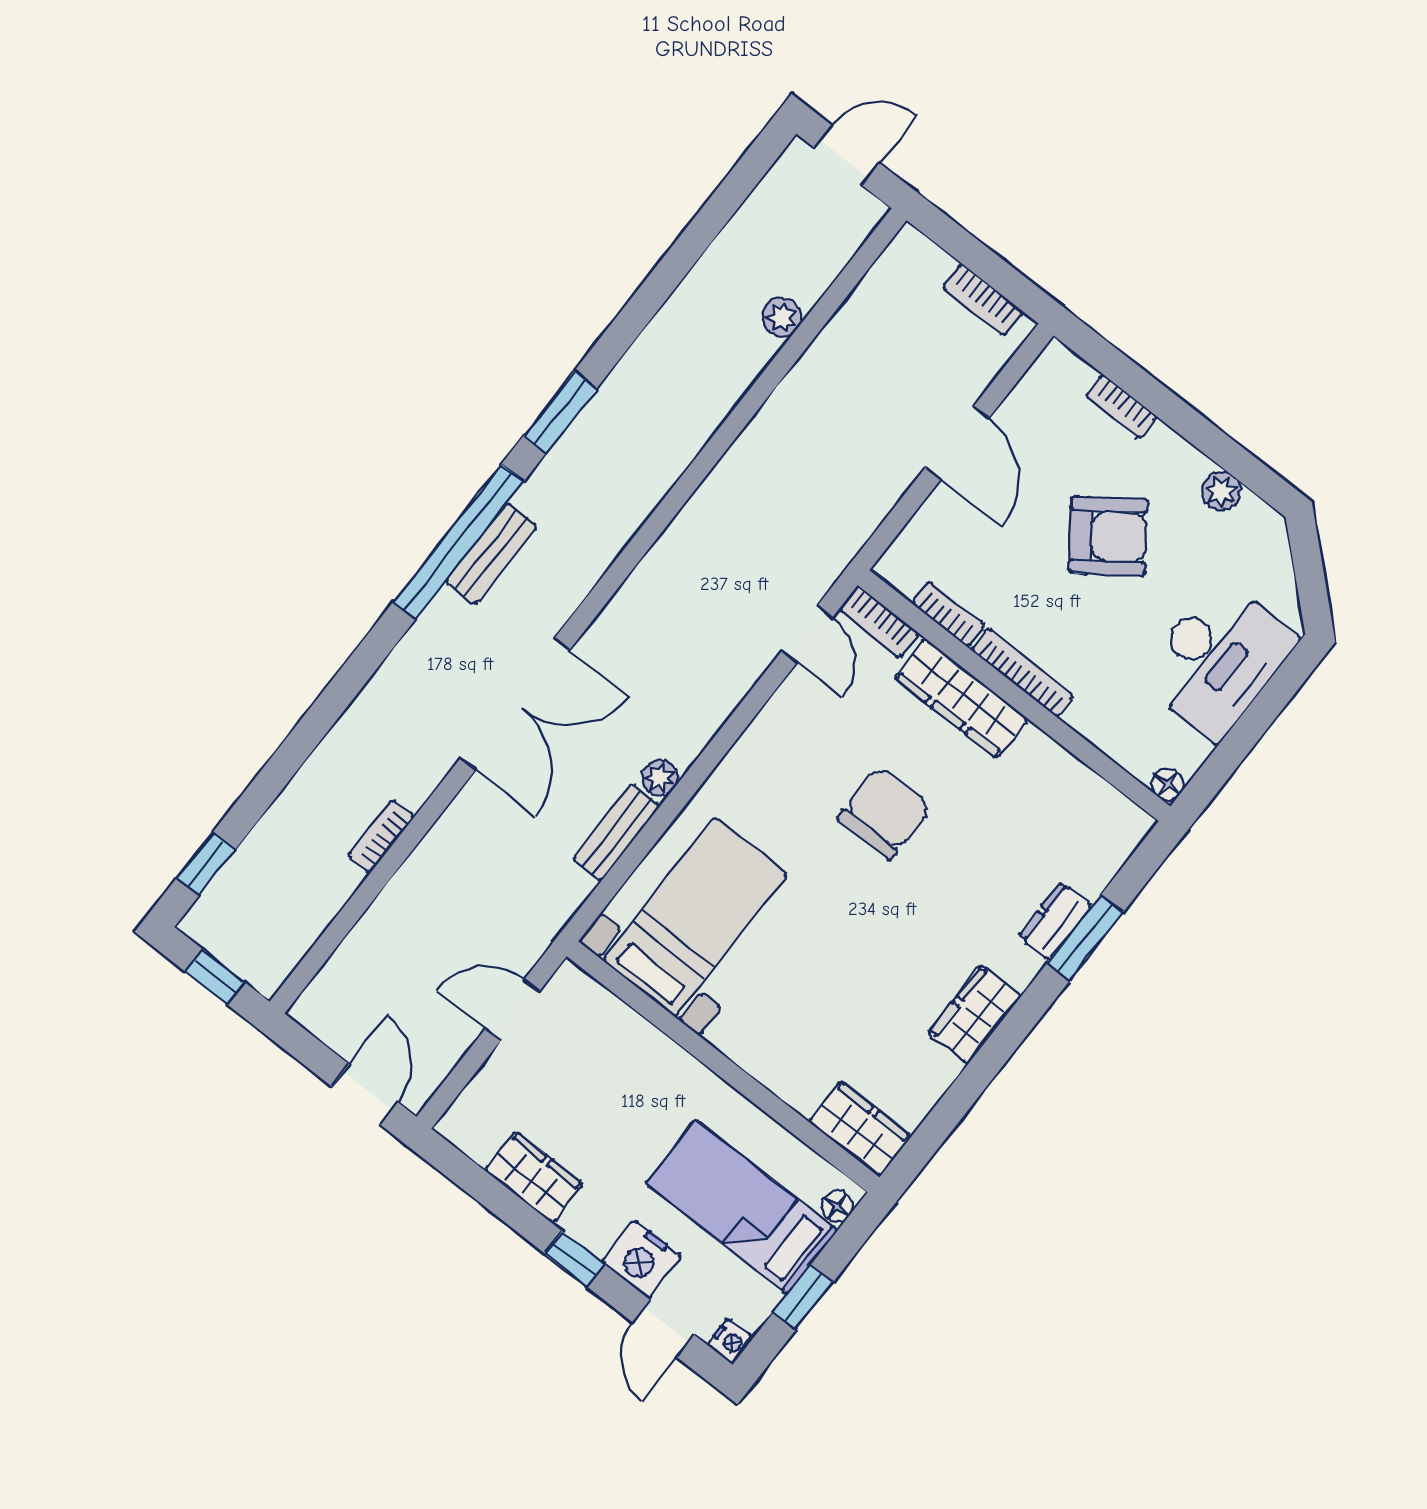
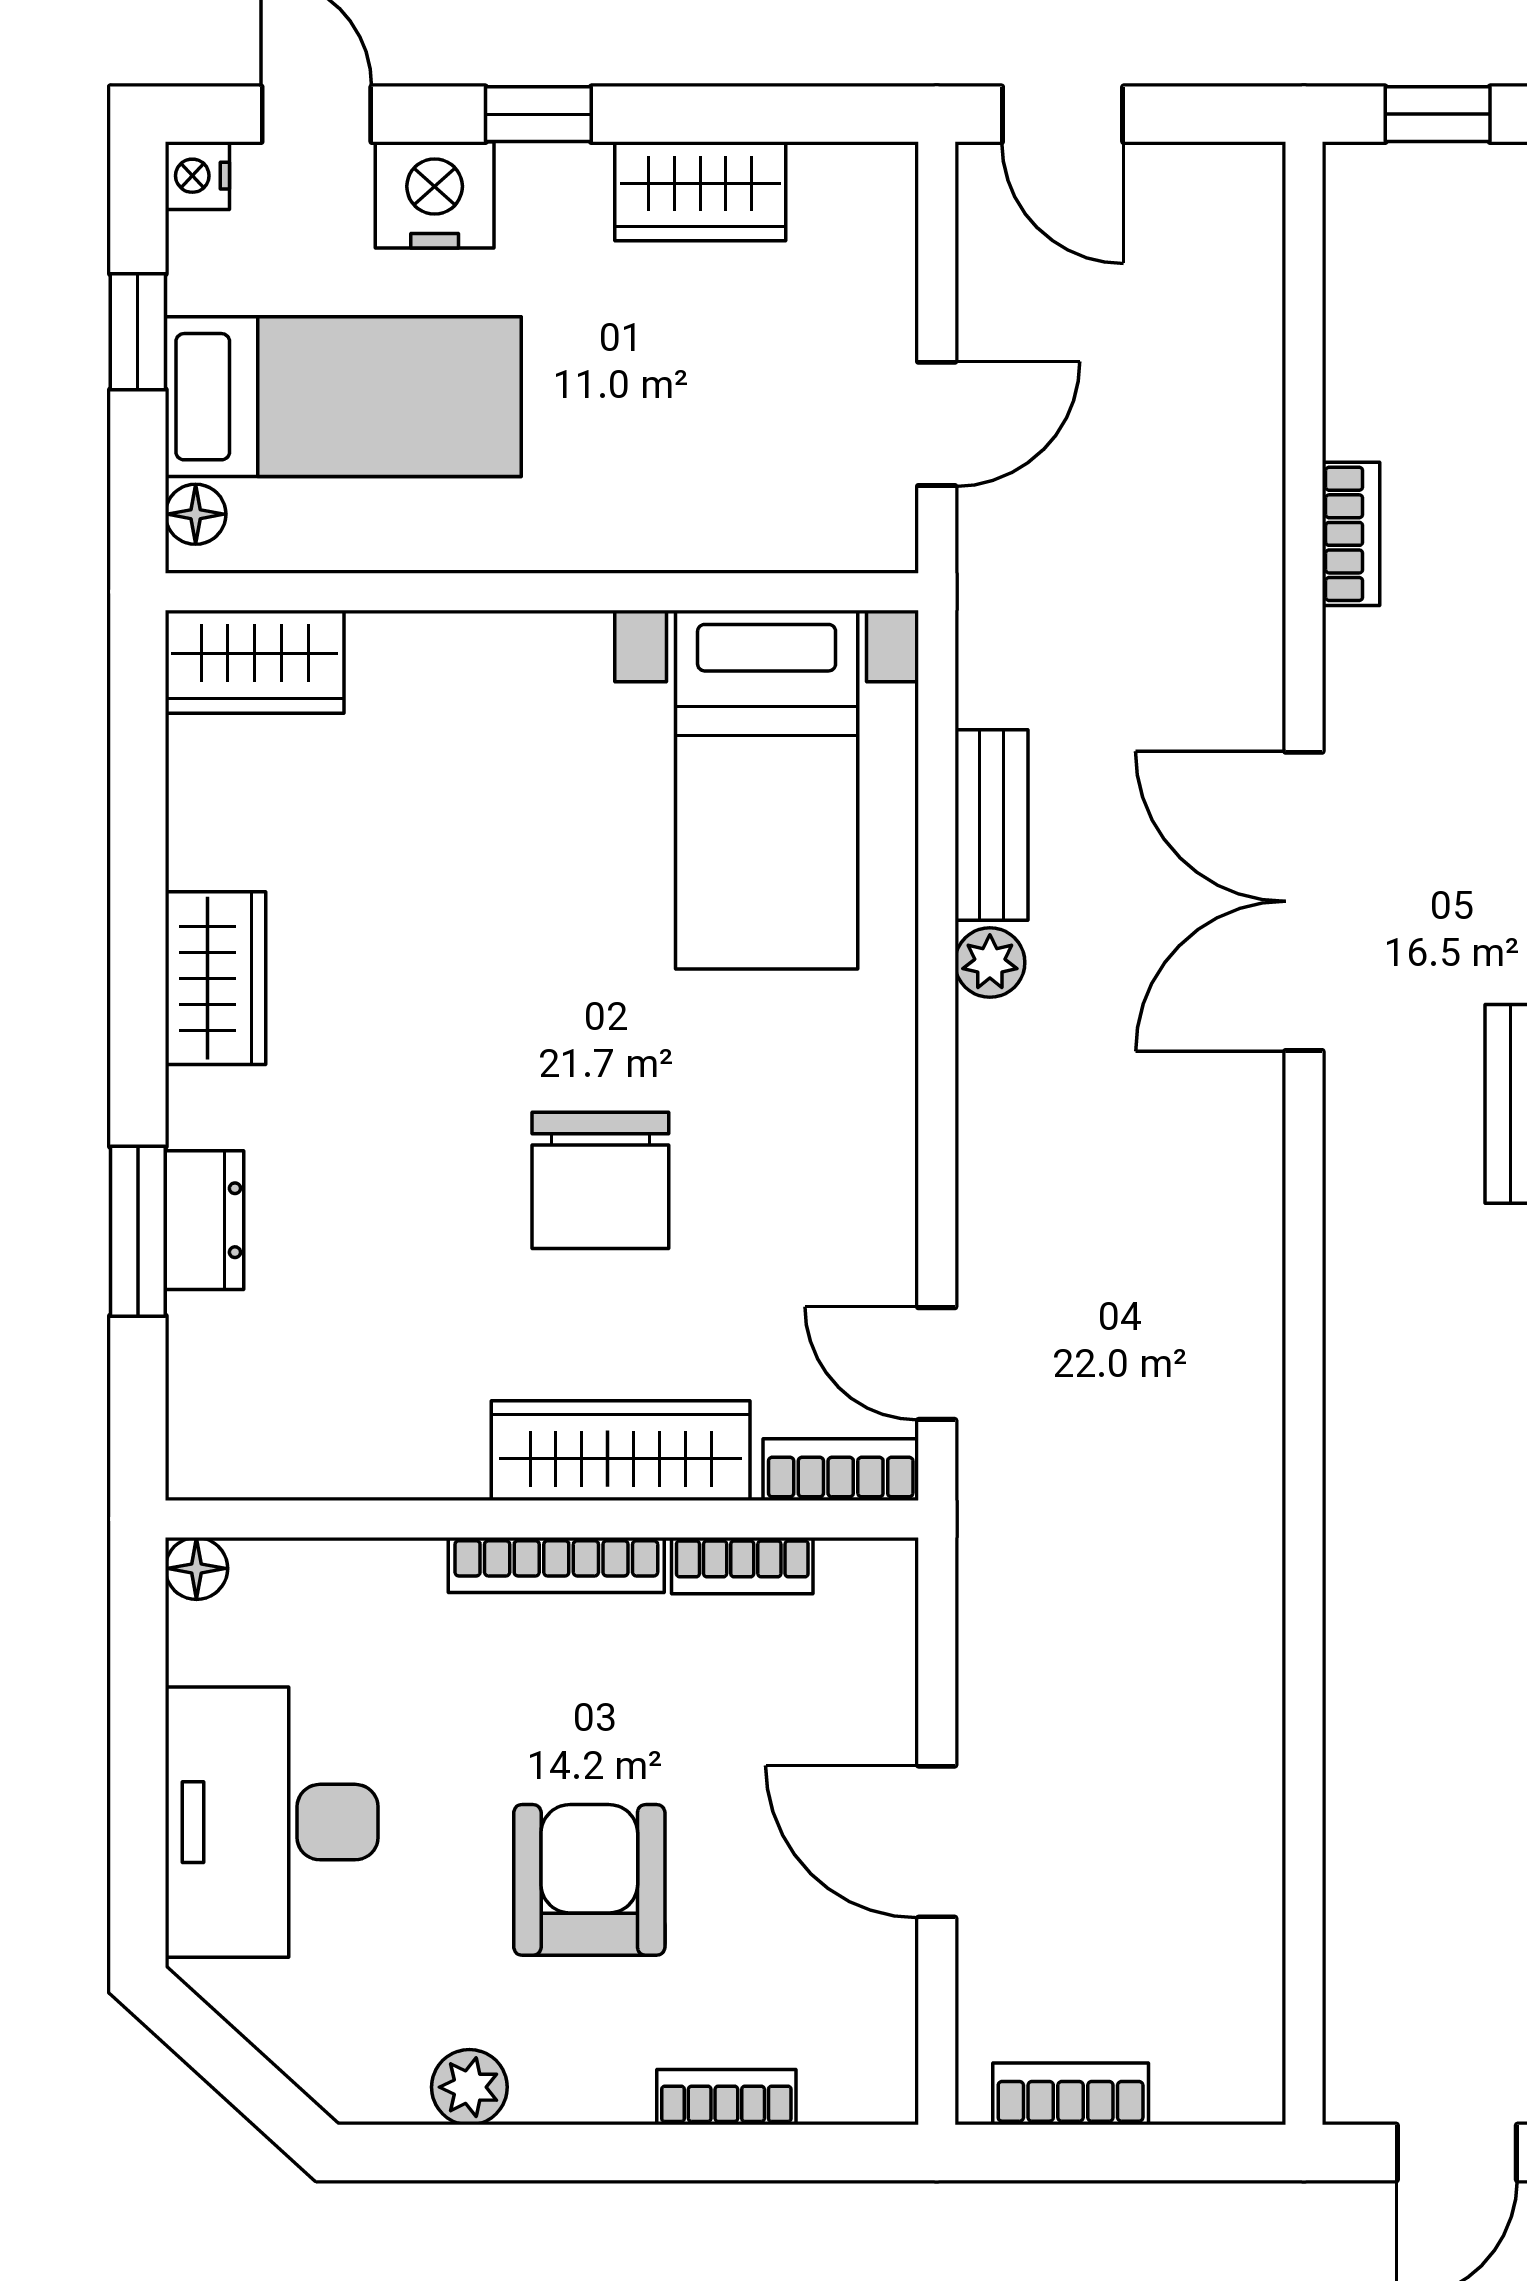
plant: (782, 317) -> (1360, 1823), removed
armchair: (1108, 536) -> (589, 1880), turned 126

